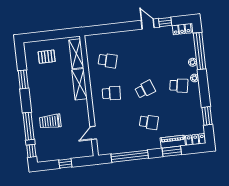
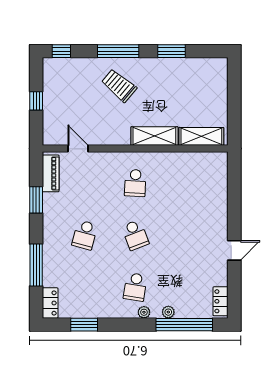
window: (165, 22) -> (234, 277), removed
pallet: (47, 57) -> (202, 91), removed
school desk: (108, 60) -> (186, 183), removed
trolley: (50, 121) -> (119, 86), moved, turned -50
window: (29, 126) -> (118, 51), moved
piano: (173, 142) -> (51, 173), moved
window: (172, 151) -> (36, 265), width x1.44
window: (130, 156) -> (36, 200), width x0.47

